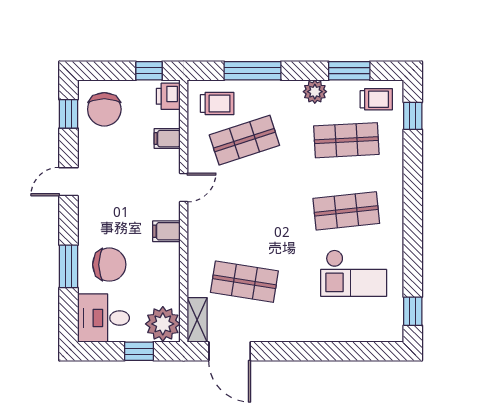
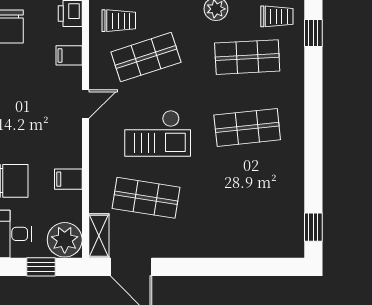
filing cabinet: (166, 231) -> (68, 179), moved
checkout: (354, 273) -> (158, 133), moved

